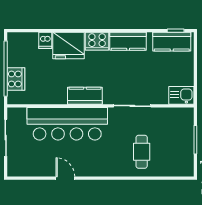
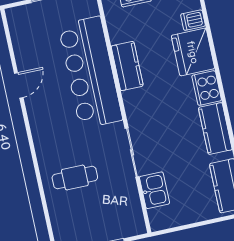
kitchen sink: (181, 95) -> (155, 190), moved
kitchen counter: (85, 96) -> (127, 66), moved

